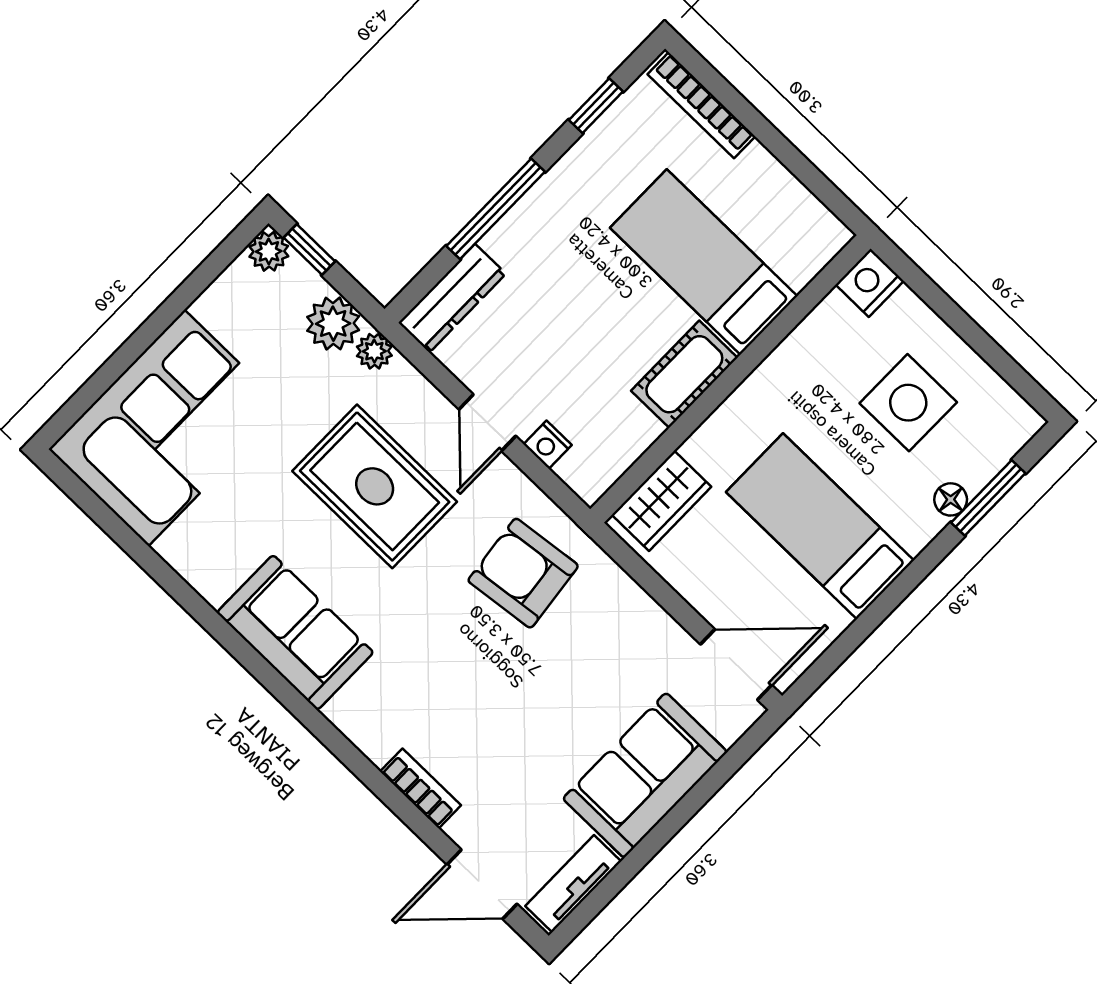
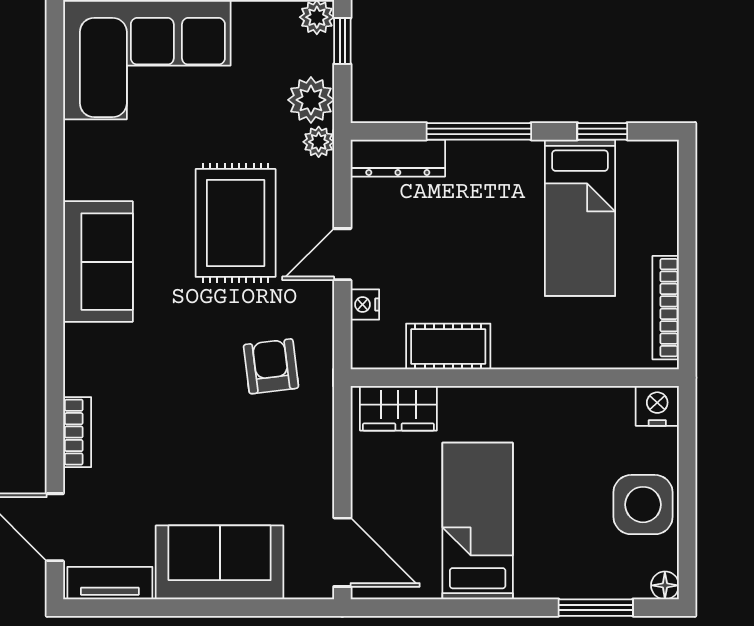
bookcase: (701, 105) -> (666, 308), moved
bed: (704, 262) -> (580, 218), moved, turned 180
cot: (684, 374) -> (448, 347), moved
side table: (908, 403) -> (643, 505), moved
floor lamp: (951, 499) -> (665, 585), moved
armchair: (523, 573) -> (271, 366), width x0.72, depth x0.72

